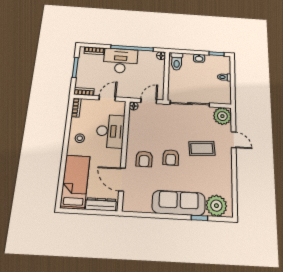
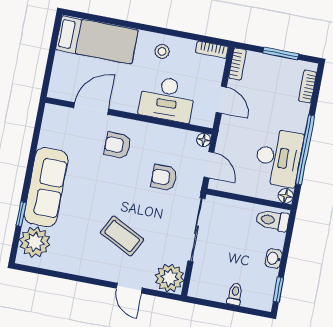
desk: (120, 61) -> (279, 158), moved
door: (234, 140) -> (129, 288), hinge flipped
coffee table: (202, 148) -> (122, 236), turned -58
armchair: (171, 157) -> (164, 178), moved
dresser: (101, 204) -> (59, 74), removed

